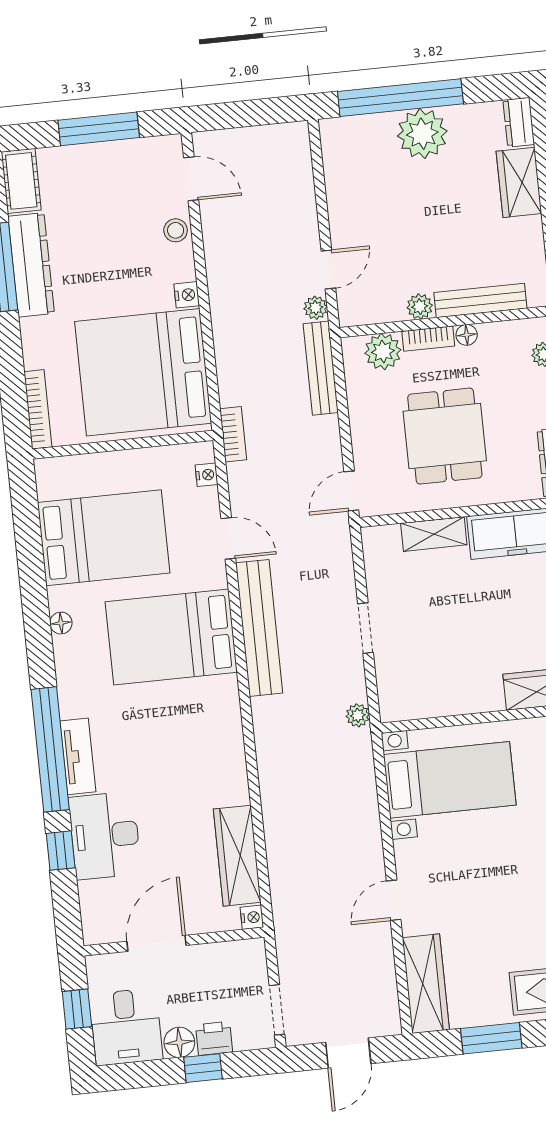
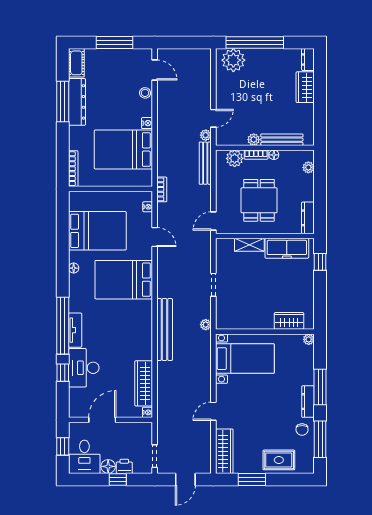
plant: (422, 134) -> (233, 60), moved
bed: (143, 372) -> (123, 150), width x0.73
bench: (259, 628) -> (165, 330), moved

